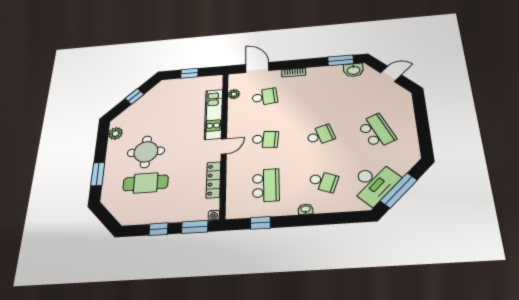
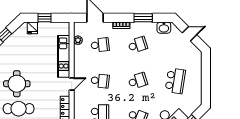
window: (341, 60) -> (143, 18), moved
fridge: (173, 86) -> (32, 28), added
school desk: (318, 93) -> (138, 45), added
school desk: (377, 131) -> (175, 81), turned 33

